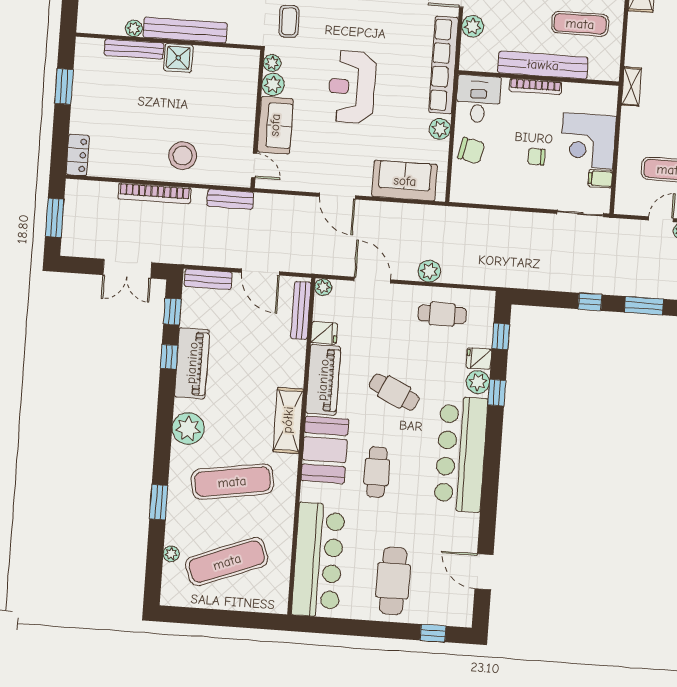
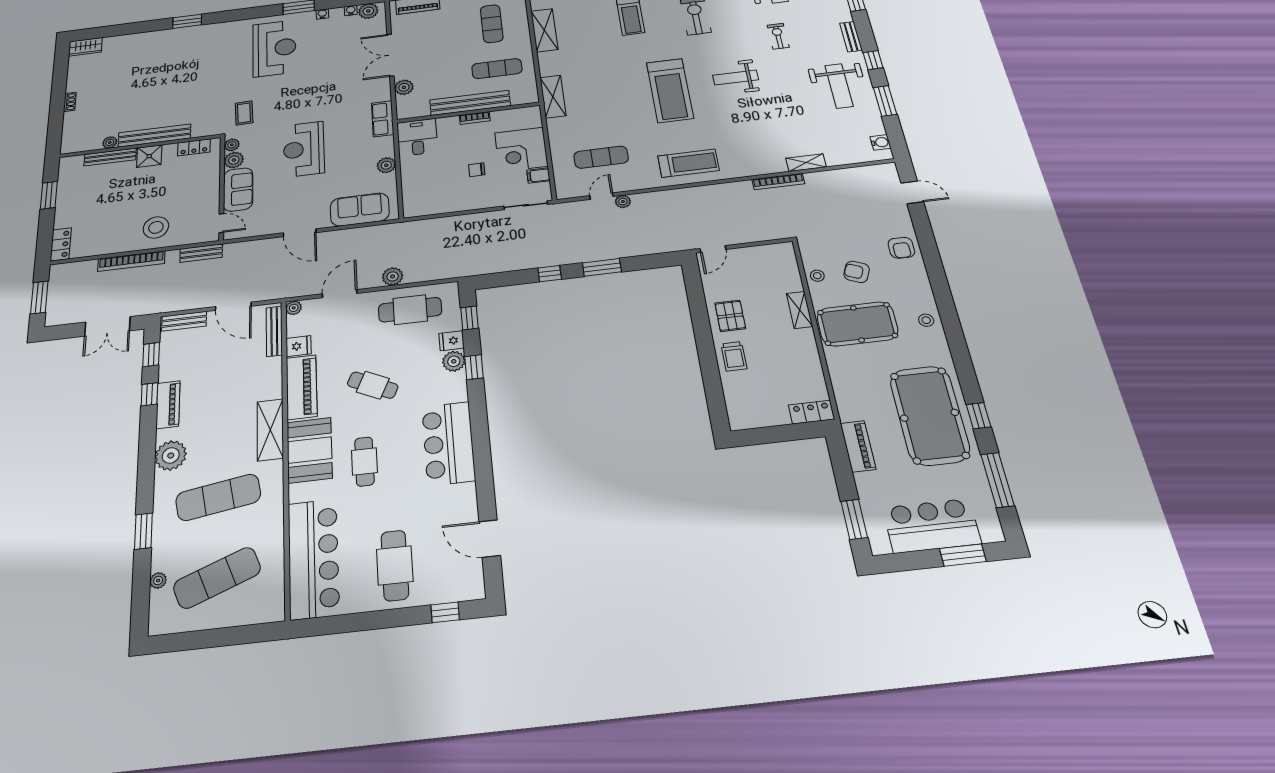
locker: (229, 57) -> (194, 147), added
row of seats: (444, 65) -> (383, 119), width x0.50
bookcase: (536, 86) -> (475, 118), width x0.64
shelving: (631, 87) -> (553, 96), width x1.50, depth x1.33
chair: (471, 150) -> (417, 176), removed
door: (372, 280) -> (340, 294), hinge flipped
cafe table: (442, 314) -> (410, 310), width x1.37, depth x1.35
piano: (192, 363) -> (168, 405), width x0.73, depth x0.75
bar counter: (461, 454) -> (448, 443), width x0.73

